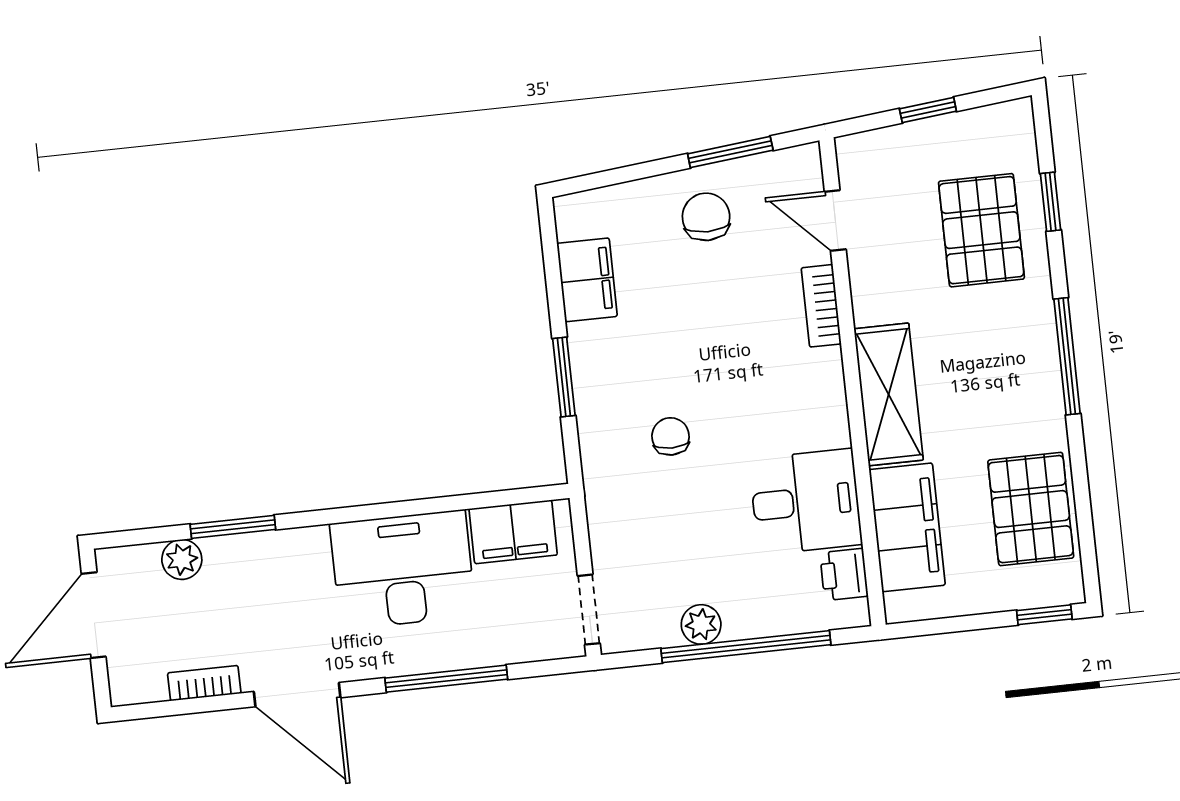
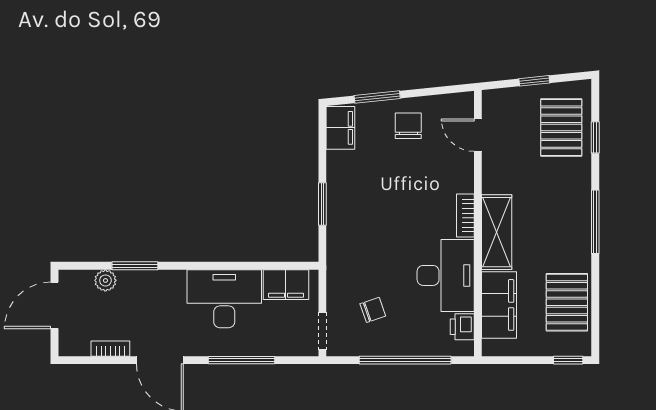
window: (730, 152) -> (377, 97), moved
pallet: (981, 230) -> (561, 127), moved
filing cabinet: (587, 280) -> (340, 128), moved
bookcase: (821, 306) -> (465, 216), moved
chair: (671, 436) -> (373, 310), moved, turned 71
desk: (806, 502) -> (446, 275), width x1.37
plant: (701, 624) -> (382, 346), removed

